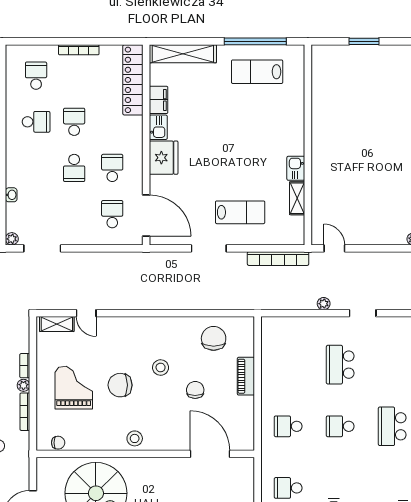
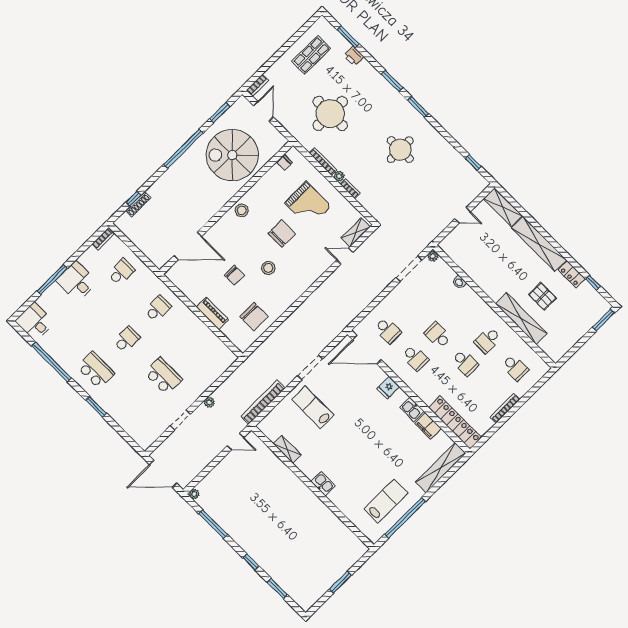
fridge: (164, 158) -> (388, 388), width x0.53, depth x0.75
kitchen sink: (296, 168) -> (323, 484), moved
lab bench: (240, 212) -> (313, 407), turned 90

